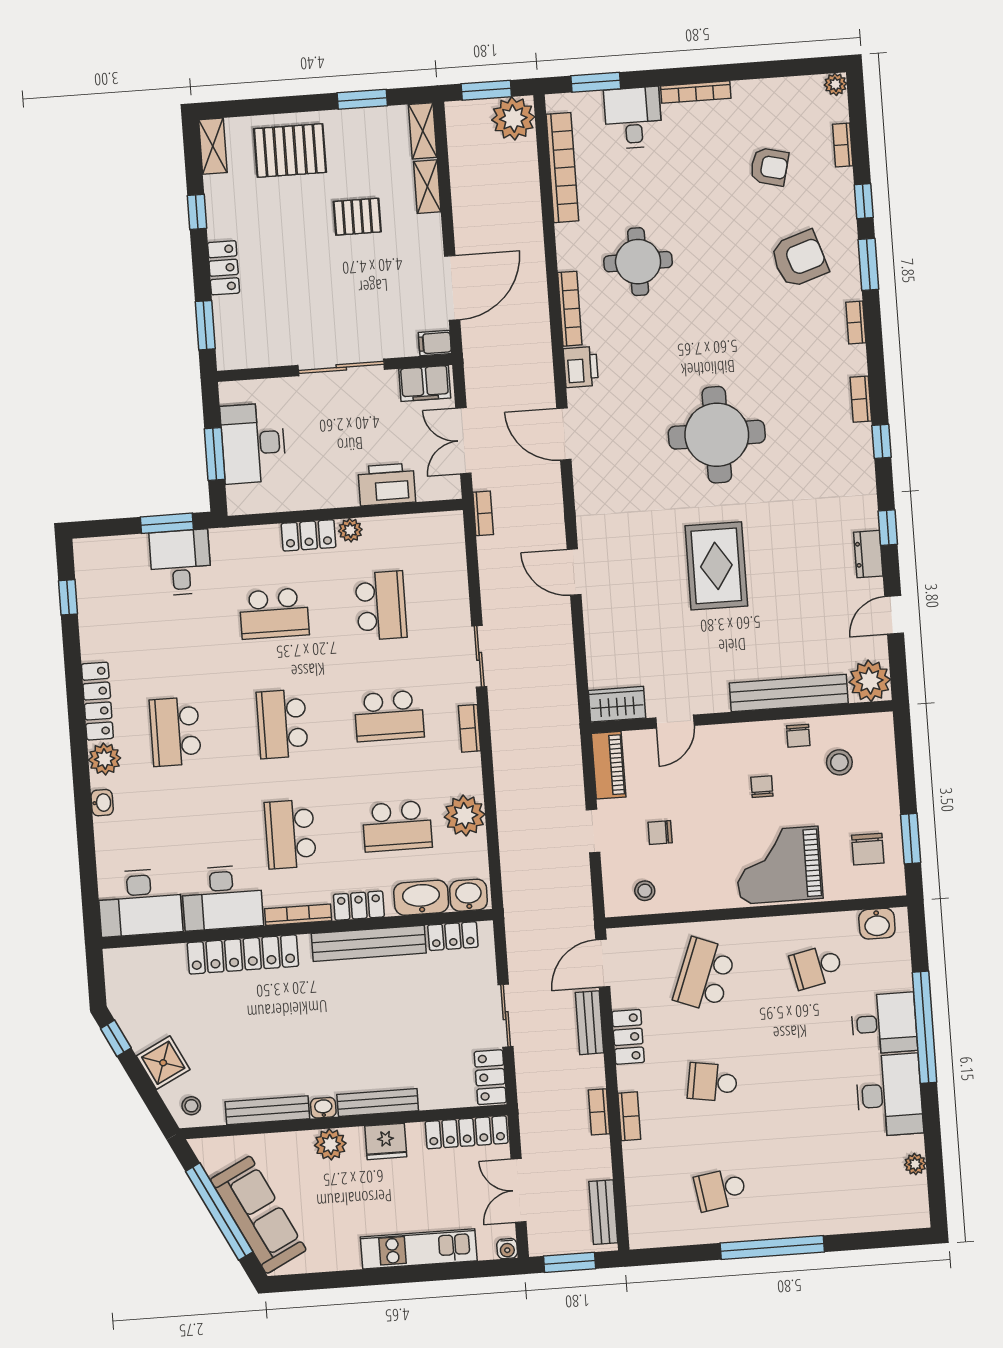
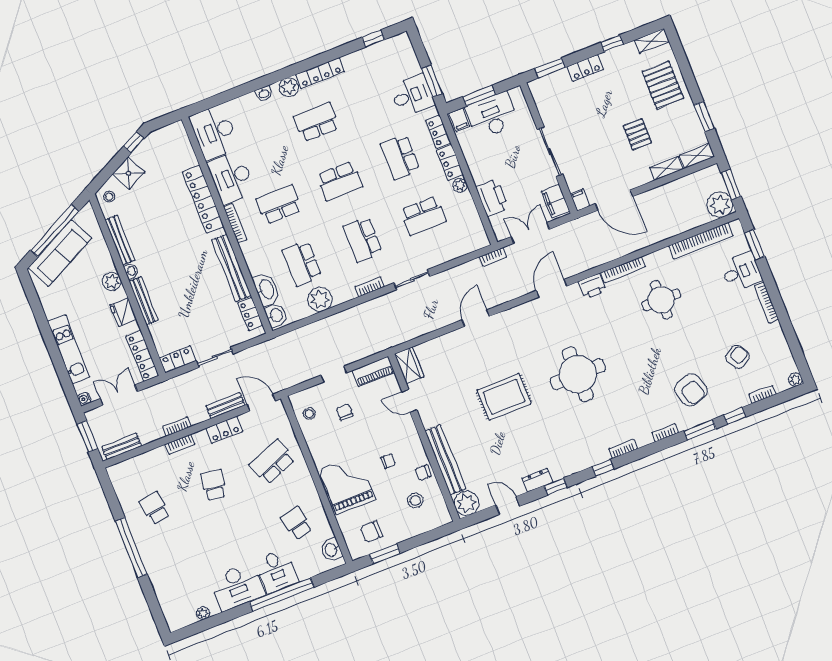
armchair: (769, 167) -> (737, 357), turned -136
filing cabinet: (243, 498) -> (459, 120), added
school desk: (282, 724) -> (340, 181), turned 180
locker: (359, 906) -> (438, 132), moved, turned 180
school desk: (705, 975) -> (272, 462), turned -42

